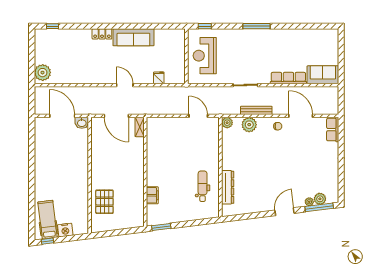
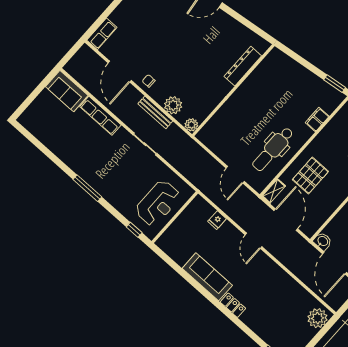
door: (198, 116) -> (235, 175), moved
pallet: (126, 157) -> (310, 175), added
dental chair: (203, 186) -> (273, 149), moved, width x1.36, depth x1.38

